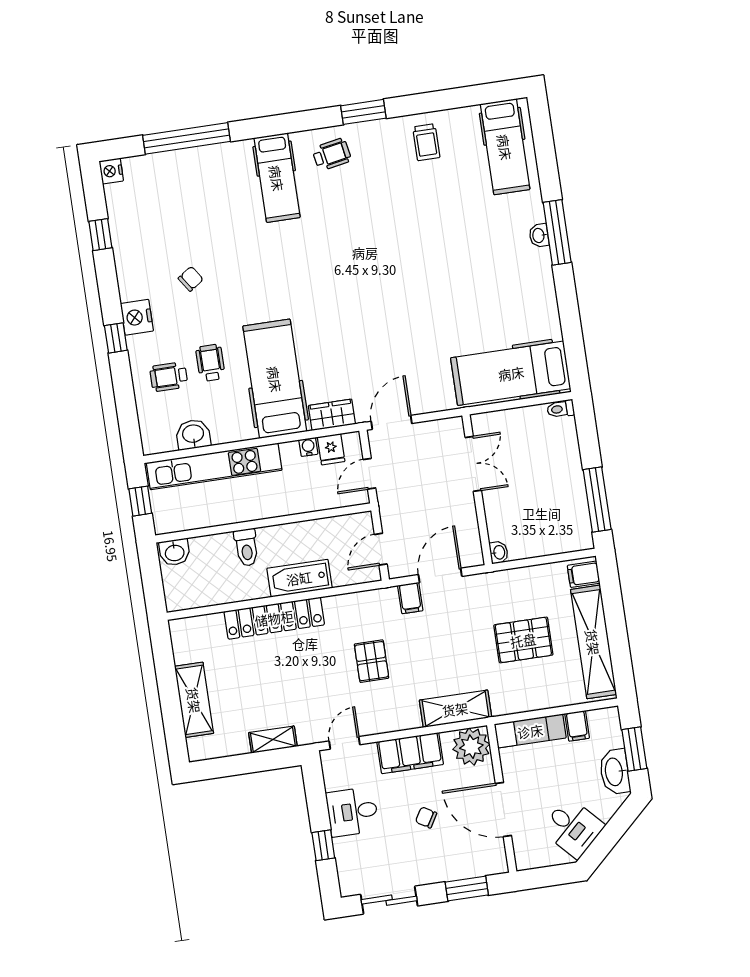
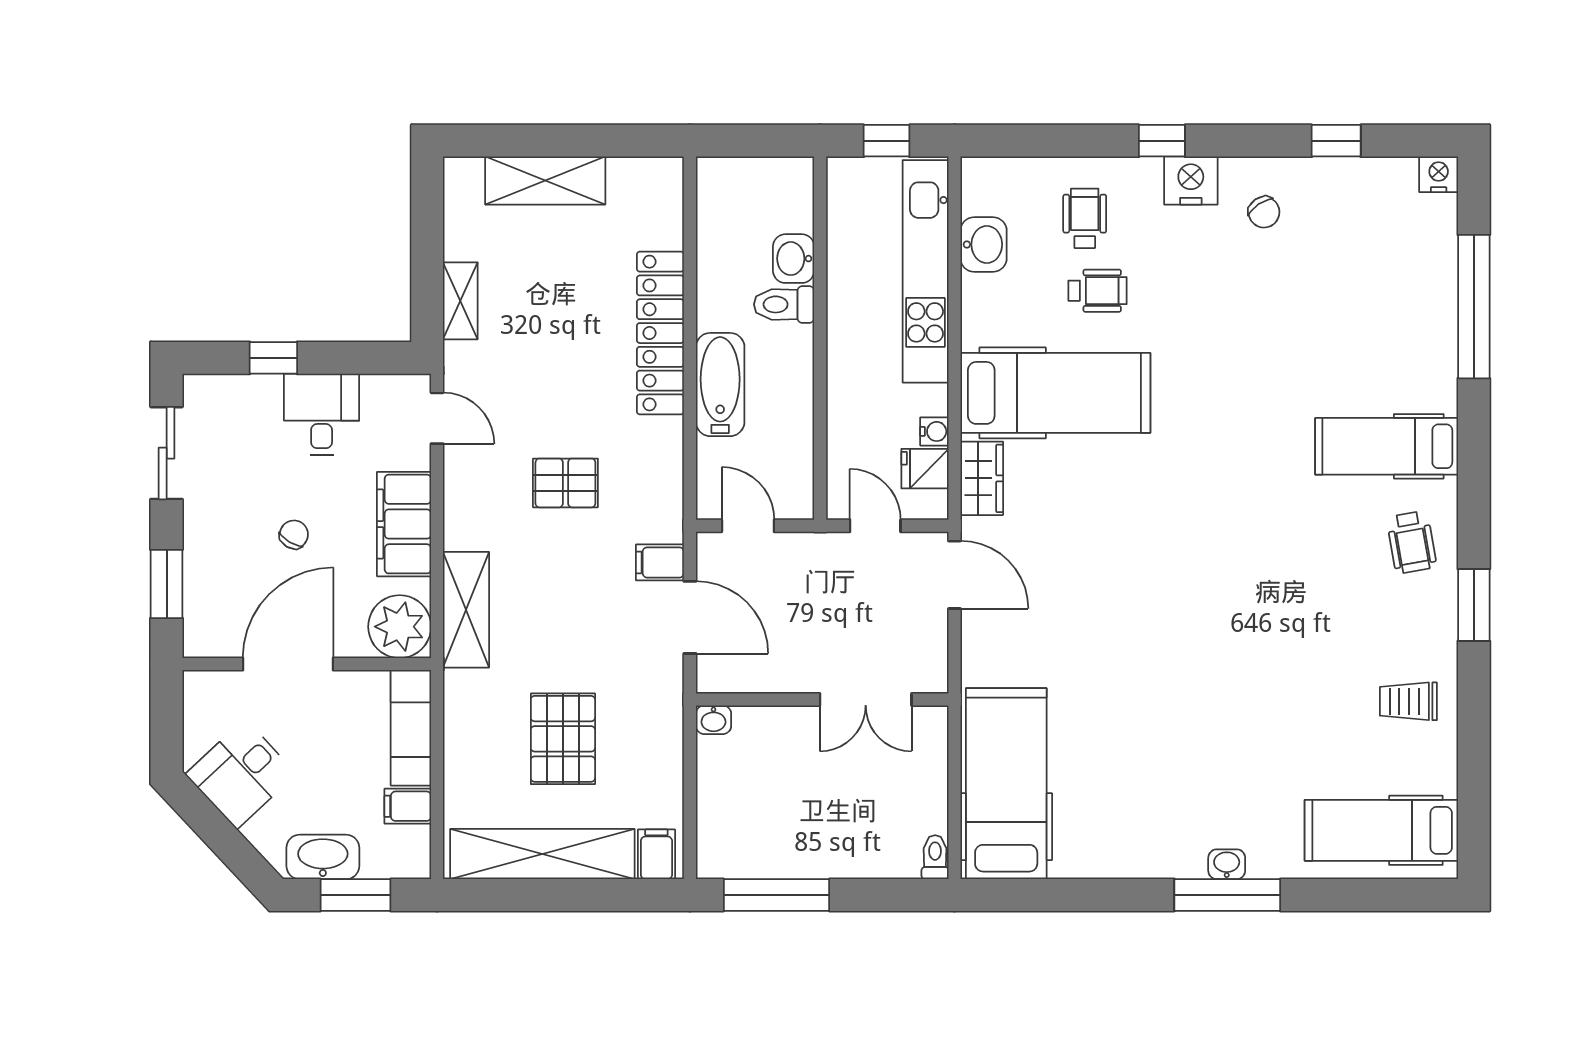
chair: (191, 279) -> (1264, 212), moved
washbasin: (175, 552) -> (794, 259), moved

